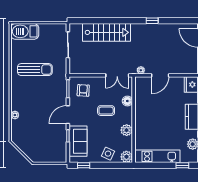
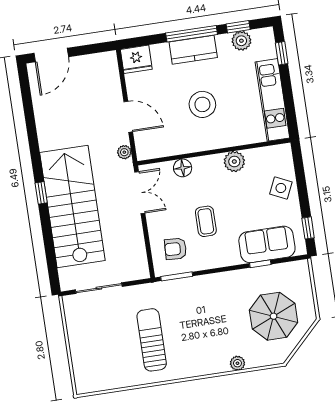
window: (152, 21) -> (41, 193), moved
barbecue: (25, 31) -> (87, 368), removed
stairs: (107, 32) -> (72, 206), width x1.36, depth x1.51
coffee table: (106, 111) -> (206, 221), moved
door: (68, 115) -> (223, 269), removed
stool: (161, 117) -> (202, 104), added
parasol: (38, 139) -> (274, 316), added
plant: (126, 157) -> (282, 154), removed

